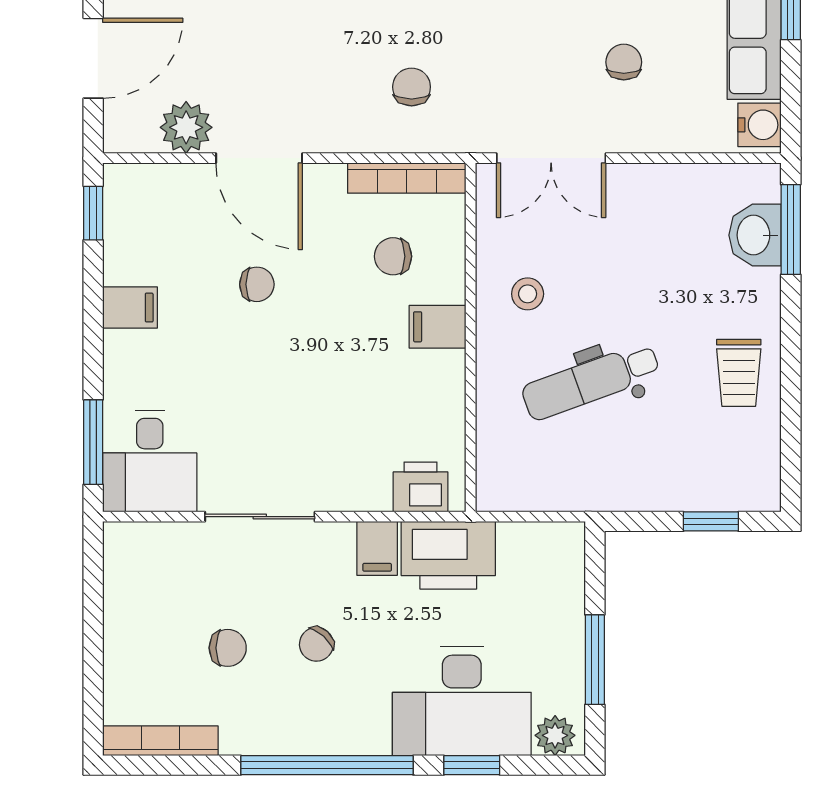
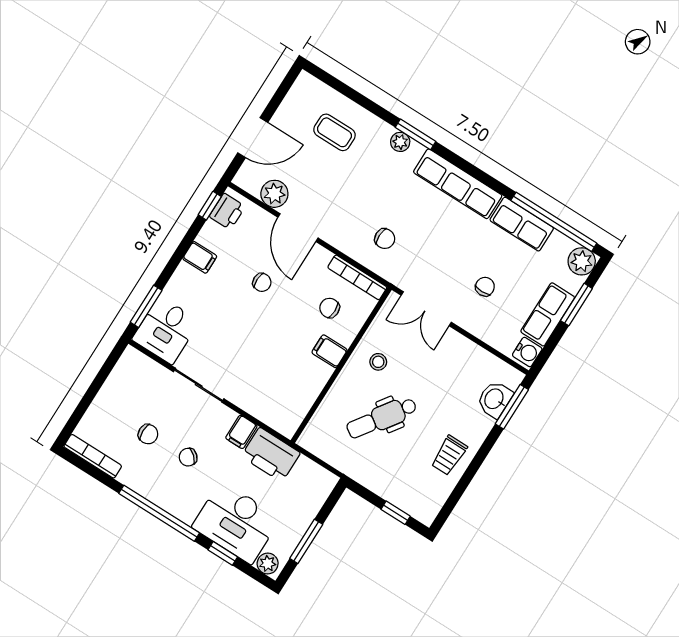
chair: (412, 87) -> (385, 239), turned 90
dental chair: (591, 381) -> (382, 418), turned -35
printer: (421, 487) -> (227, 211), moved, turned 90

